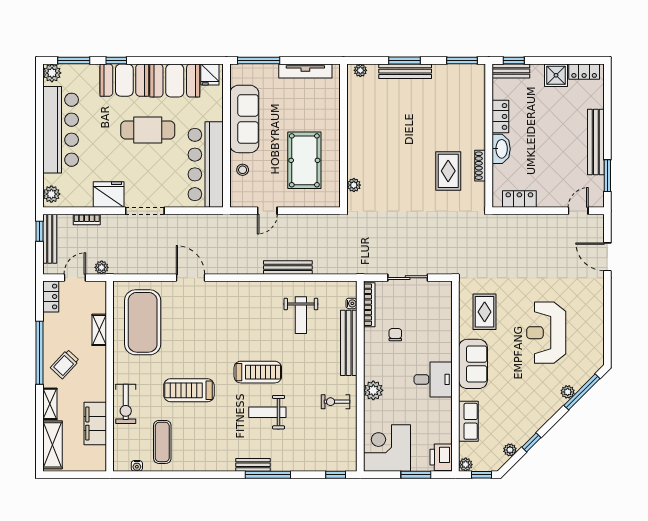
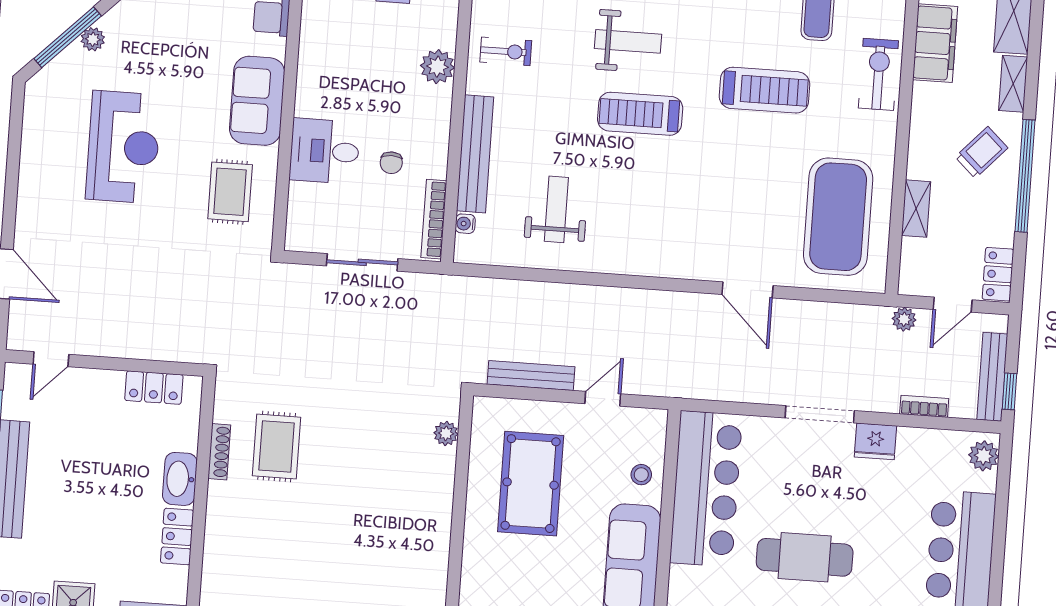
fridge: (109, 195) -> (875, 441), width x0.73, depth x0.75
bench: (288, 267) -> (531, 376), moved
desk: (433, 379) -> (325, 151), moved

